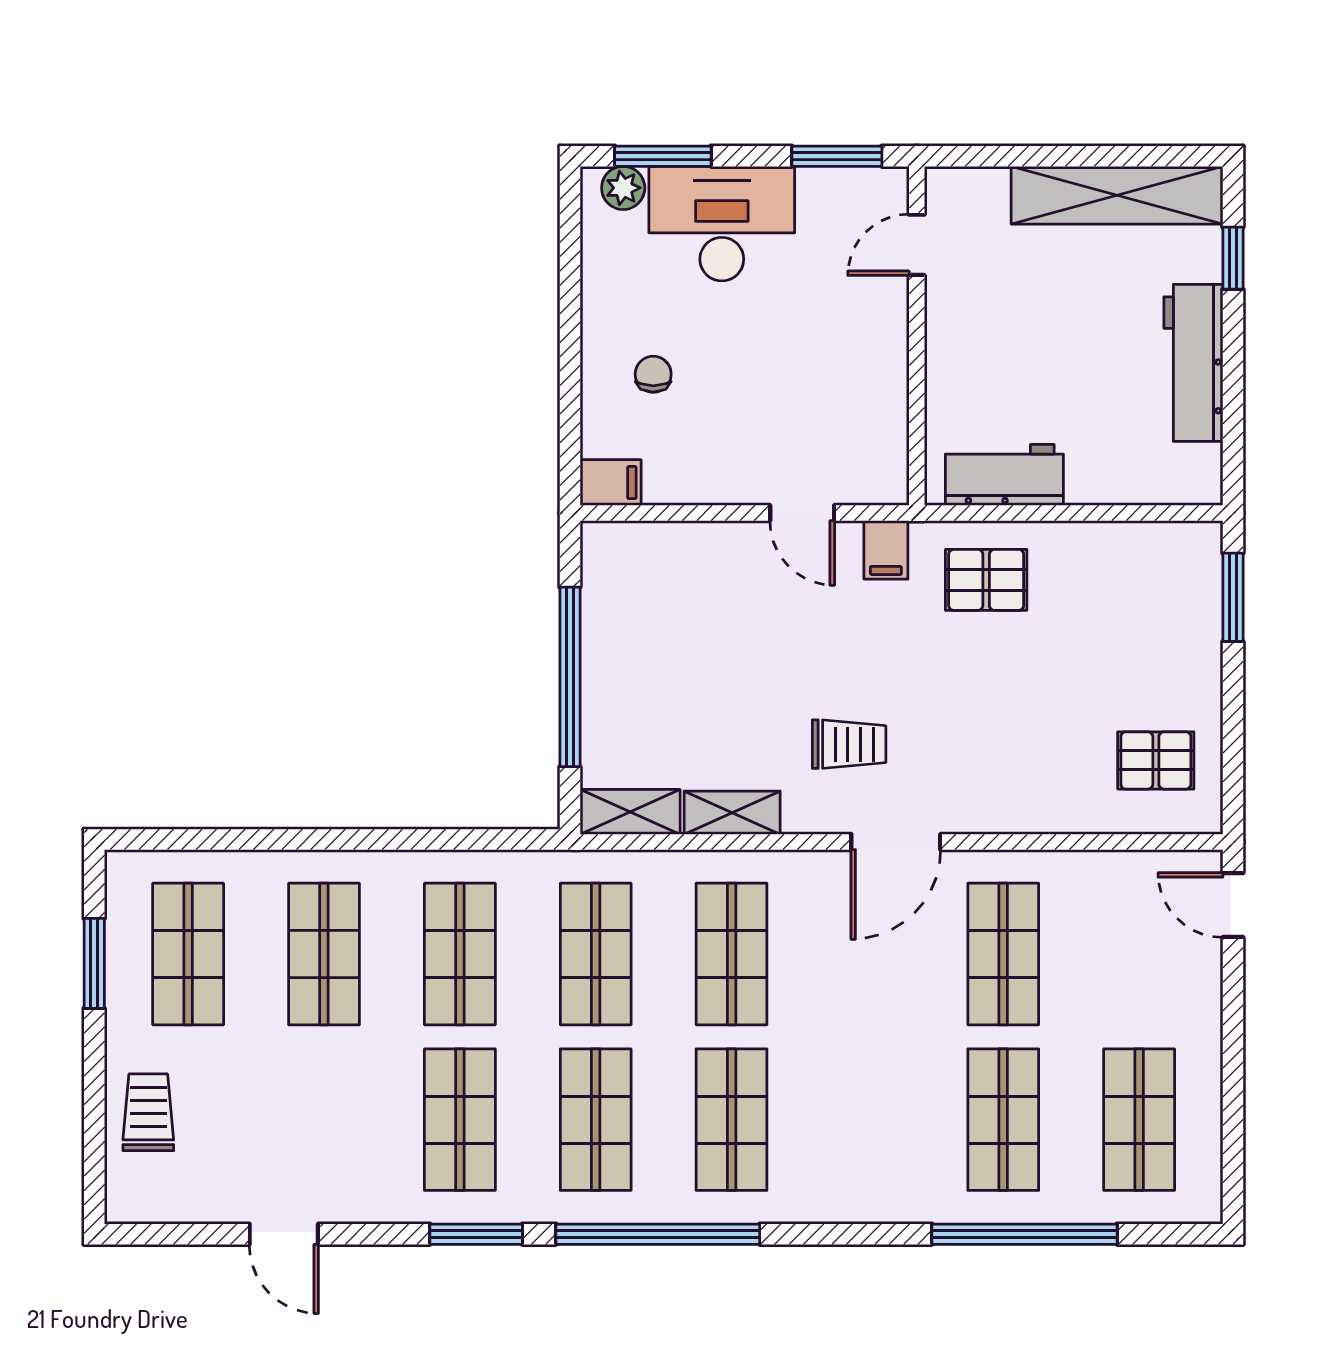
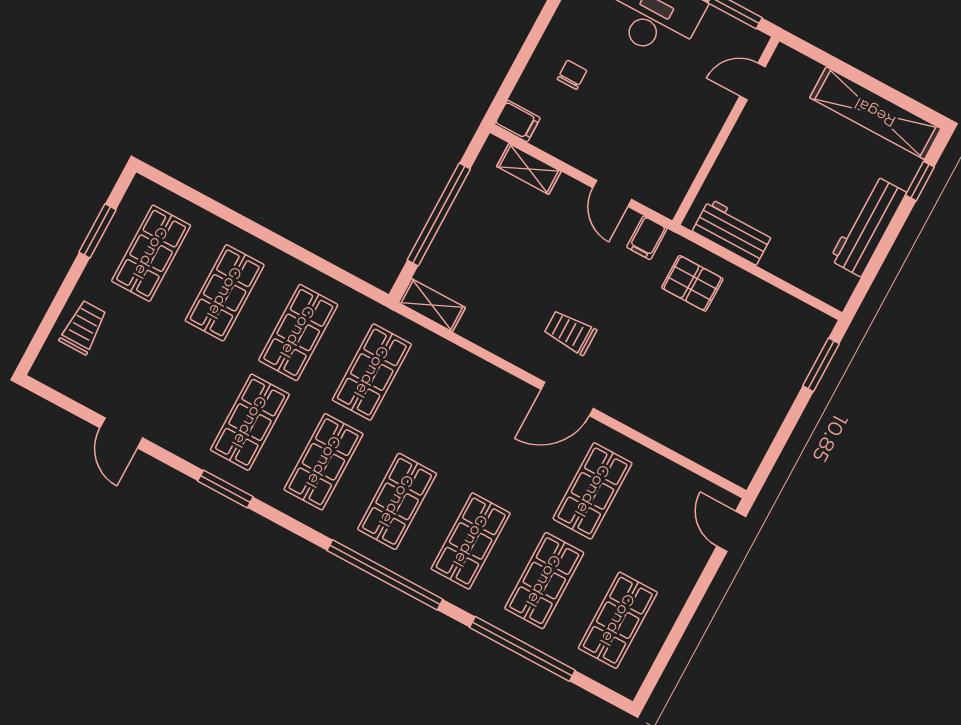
trolley: (849, 744) -> (570, 332), turned 180
pallet: (1156, 760) -> (732, 431), removed
shelving: (732, 813) -> (529, 169), moved
shop shelf: (732, 954) -> (471, 541), moved
window: (658, 1234) -> (385, 575), moved

